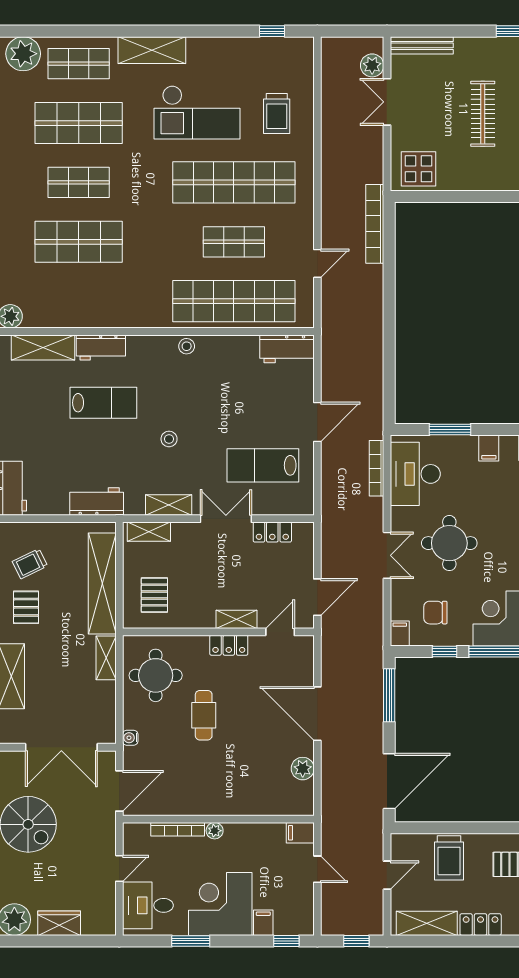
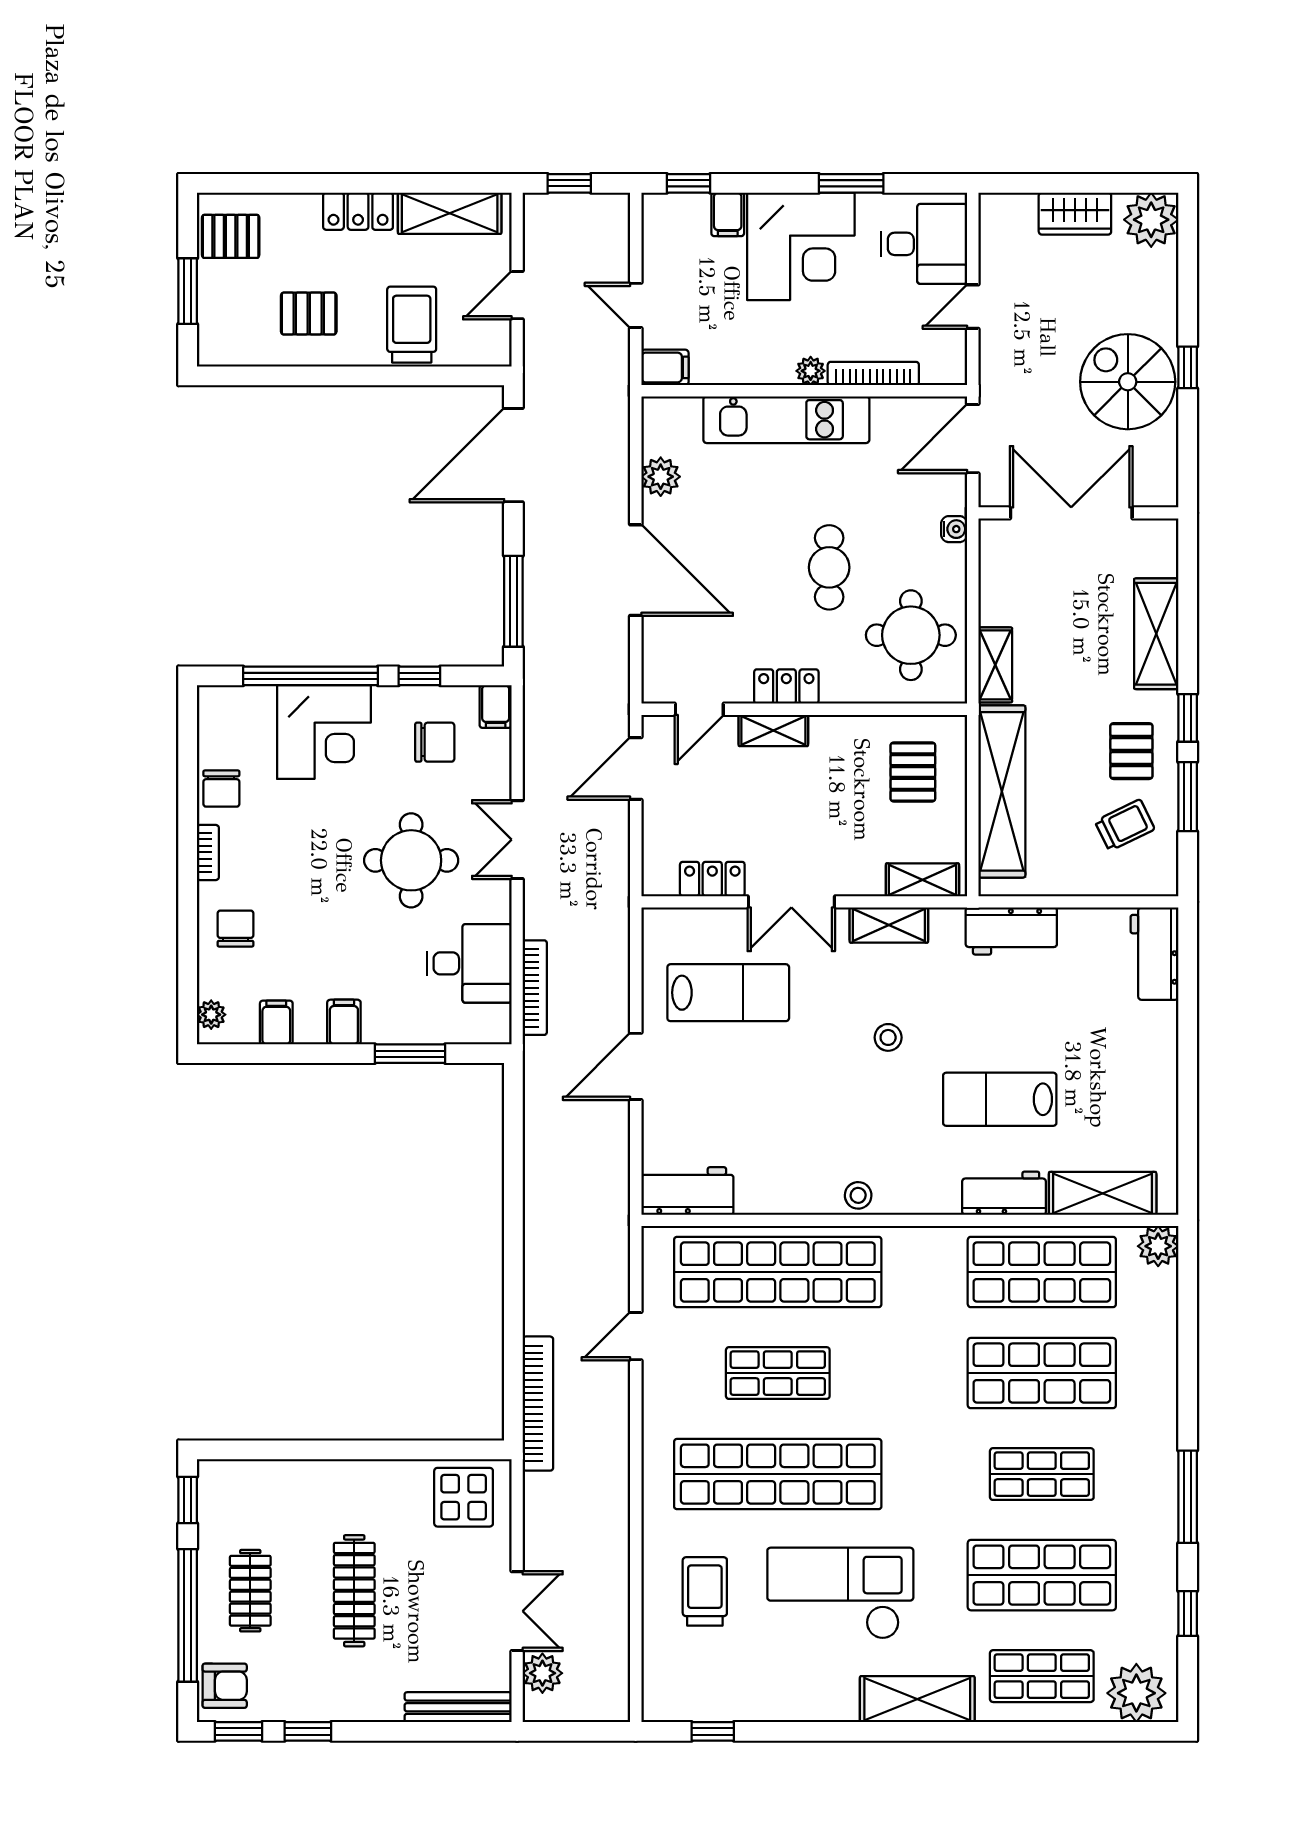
shop shelf: (79, 301) -> (1042, 1272), added
desk: (415, 474) -> (469, 963), width x0.73
kitchen unit: (229, 802) -> (786, 420), added

